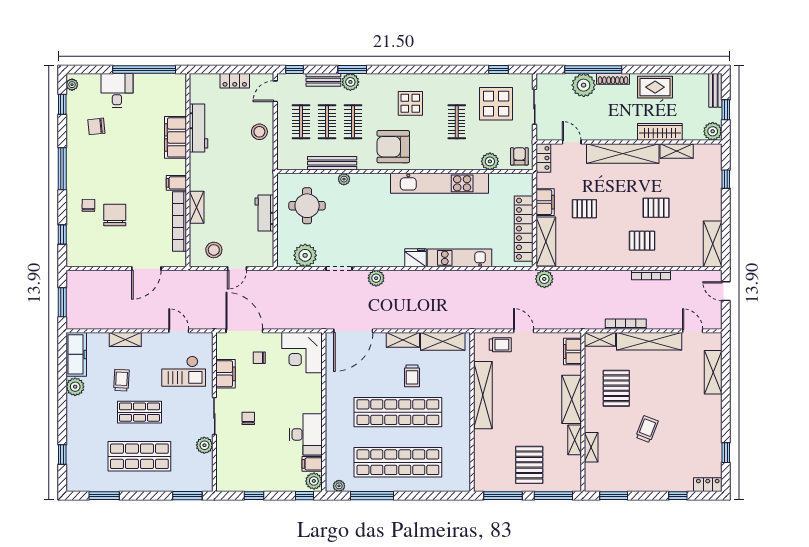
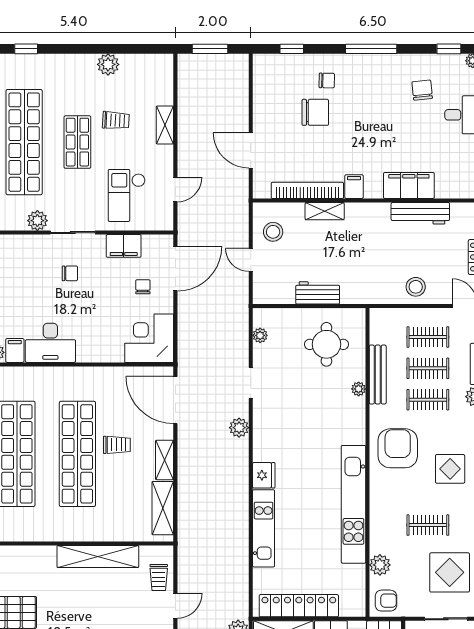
plant: (305, 255) -> (260, 335), width x0.53, depth x0.53
freezer: (76, 354) -> (147, 66), removed
trolley: (412, 376) -> (117, 445), moved, turned 180
shop shelf: (139, 456) -> (24, 142), width x1.40

